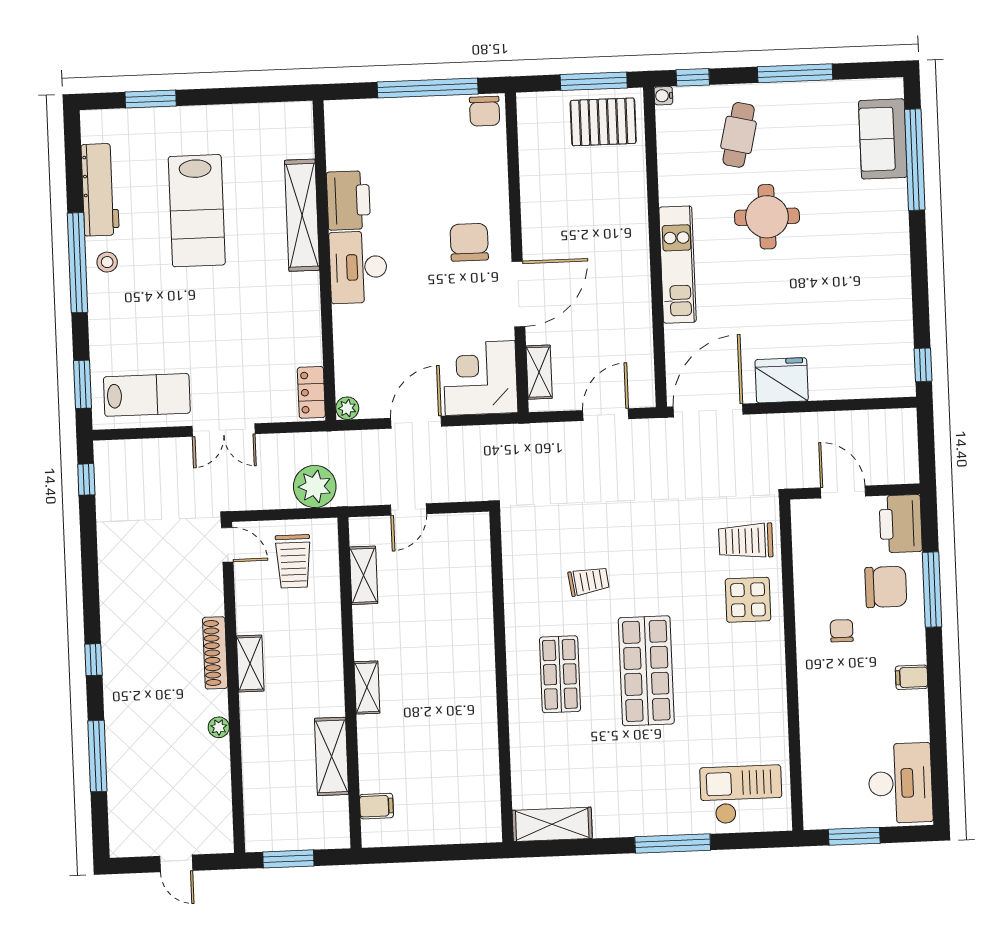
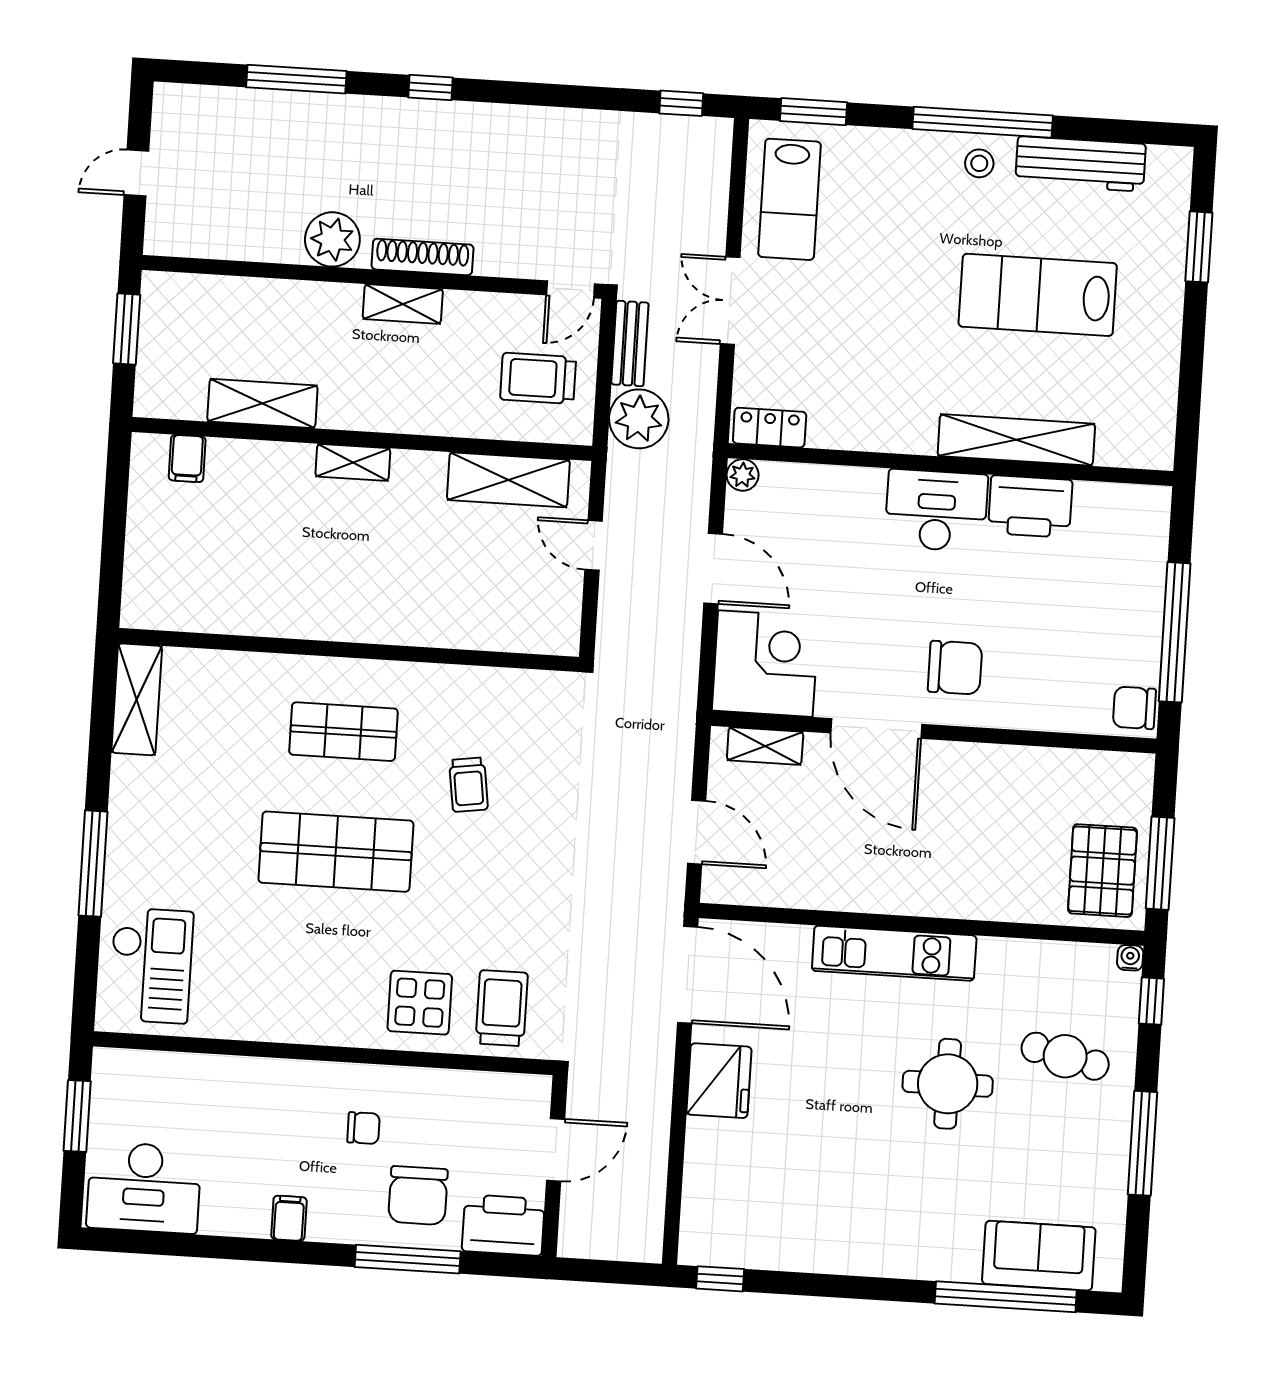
bench: (262, 498) -> (630, 343), added
shelving: (364, 575) -> (508, 480), width x1.50, depth x1.33
plant: (219, 727) -> (332, 239), width x1.87, depth x1.87

